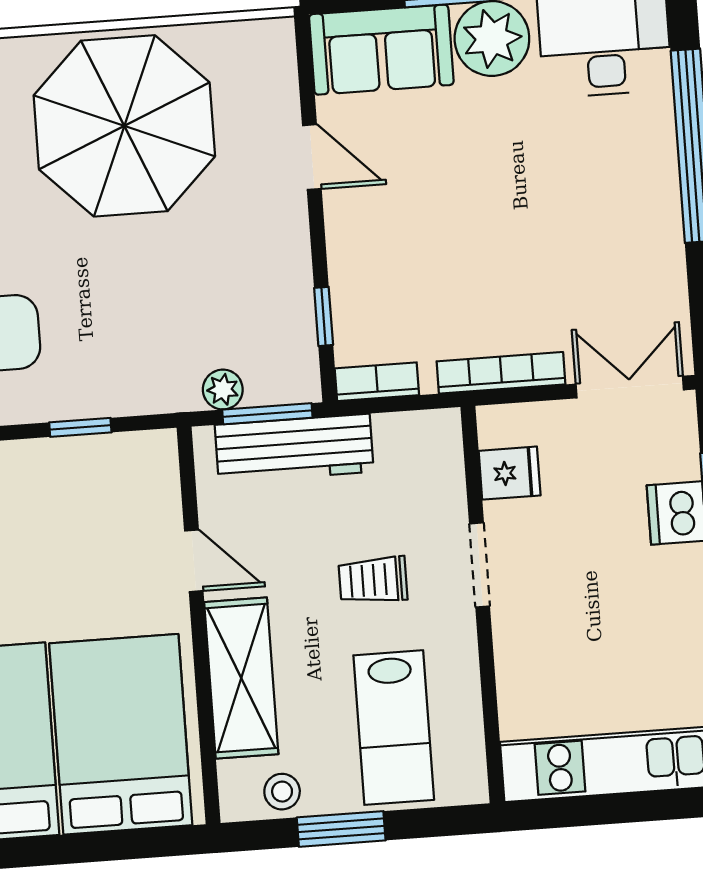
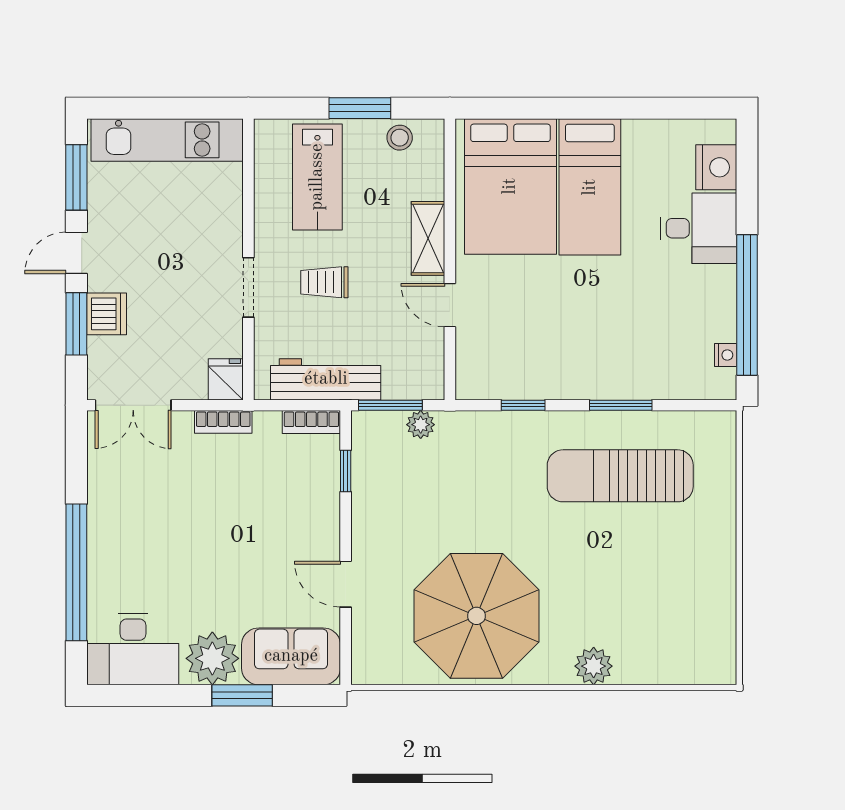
bookcase: (501, 373) -> (223, 422), width x0.64
workbench: (294, 448) -> (326, 379), moved
fridge: (510, 473) -> (226, 379), moved, turned 90
trolley: (373, 580) -> (324, 282), turned 180
shelving: (241, 678) -> (428, 238), width x0.67, depth x0.75
lab bench: (394, 728) -> (317, 177), turned 180

